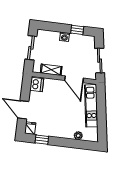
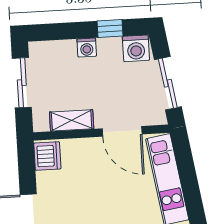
washing machine: (88, 41) -> (136, 48), added

